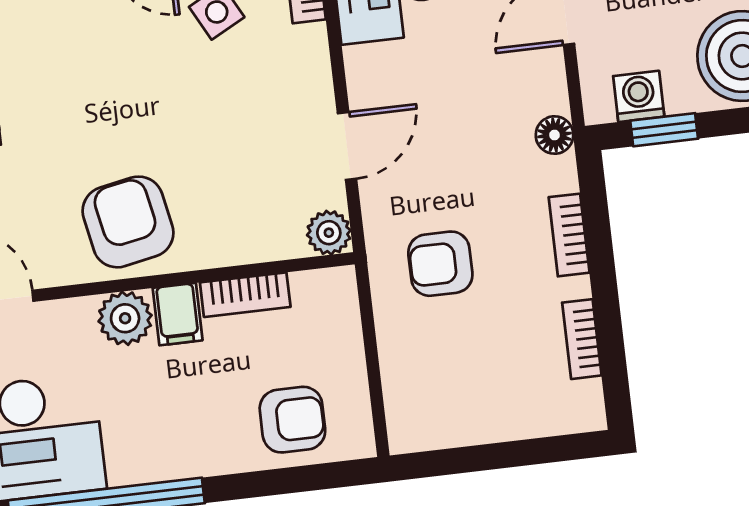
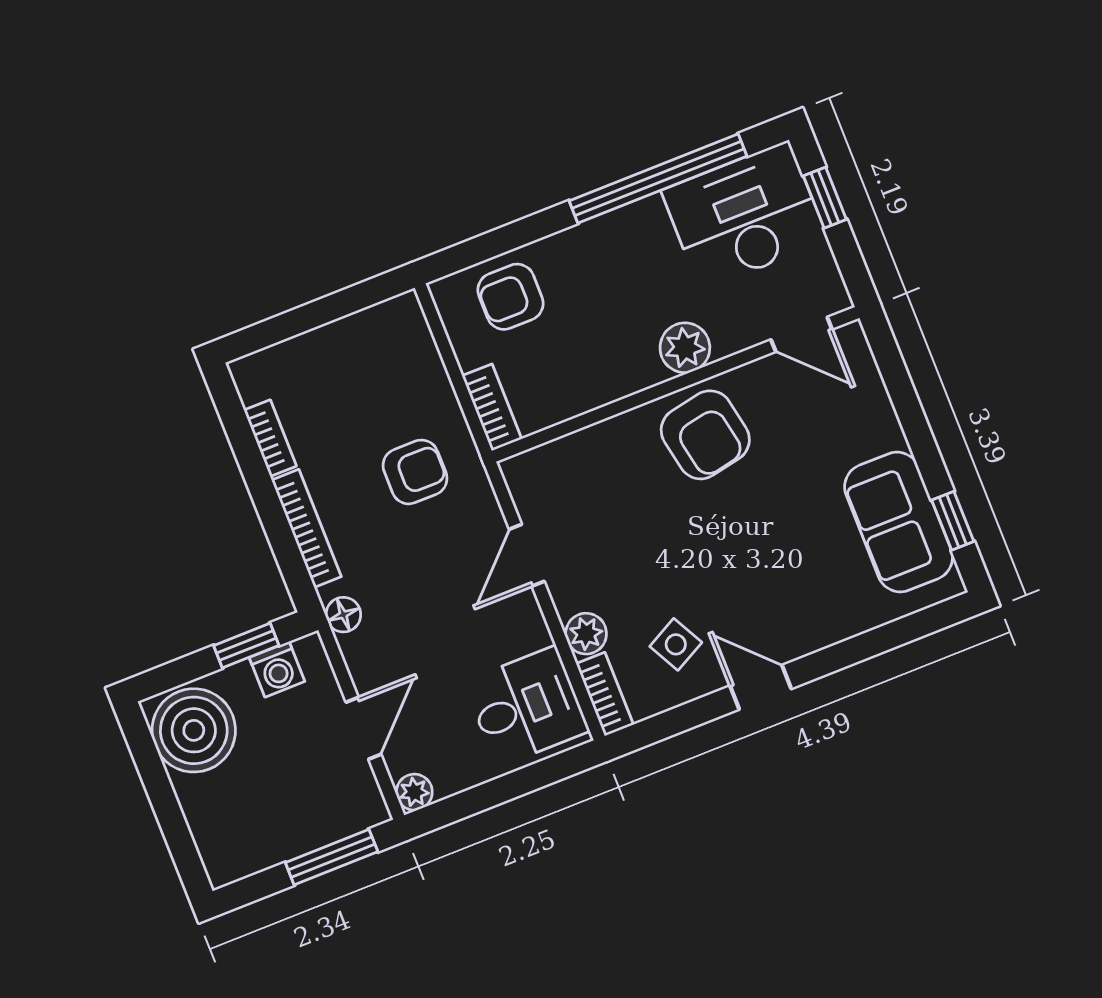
plant: (329, 233) -> (586, 634), moved
bookcase: (569, 235) -> (306, 528), width x1.56
bookcase: (245, 295) -> (492, 407), moved, turned 90
filing cabinet: (178, 314) -> (639, 364), removed

